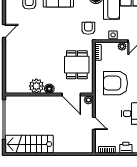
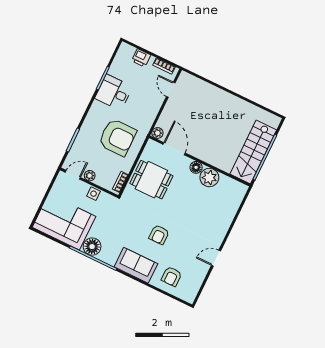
armchair: (88, 28) -> (159, 235), moved
dining table: (77, 65) -> (151, 180), turned 90
door: (94, 123) -> (171, 90), moved
stairs: (29, 144) -> (253, 152), moved, turned 90

